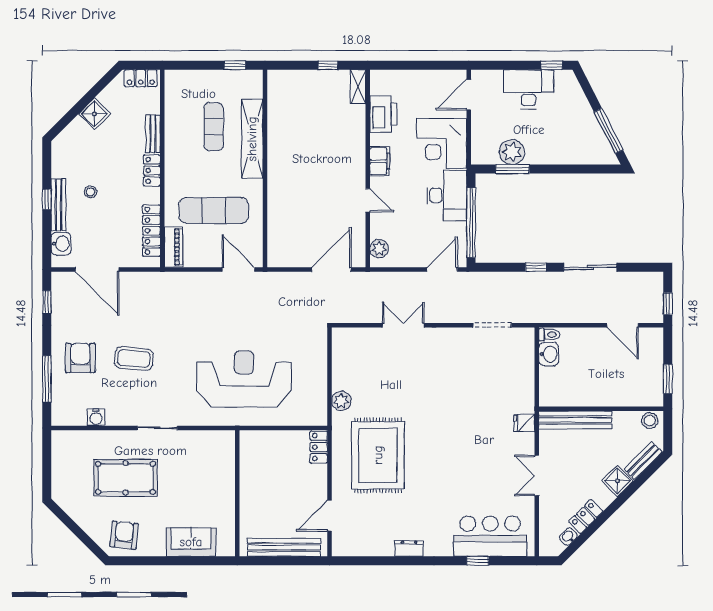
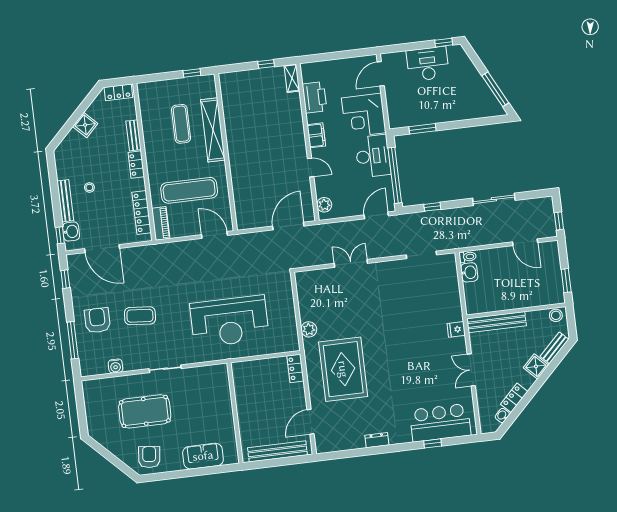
plant: (512, 152) -> (420, 115), removed
window: (47, 200) -> (60, 235), moved
window: (536, 267) -> (432, 207), moved
reception desk: (244, 379) -> (229, 321), turned 180

